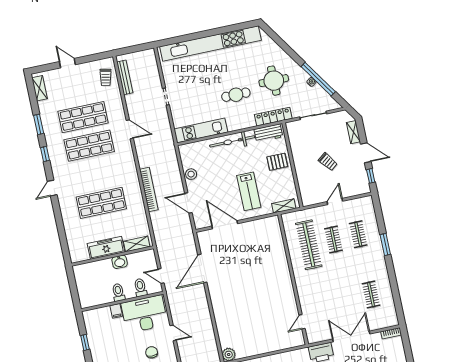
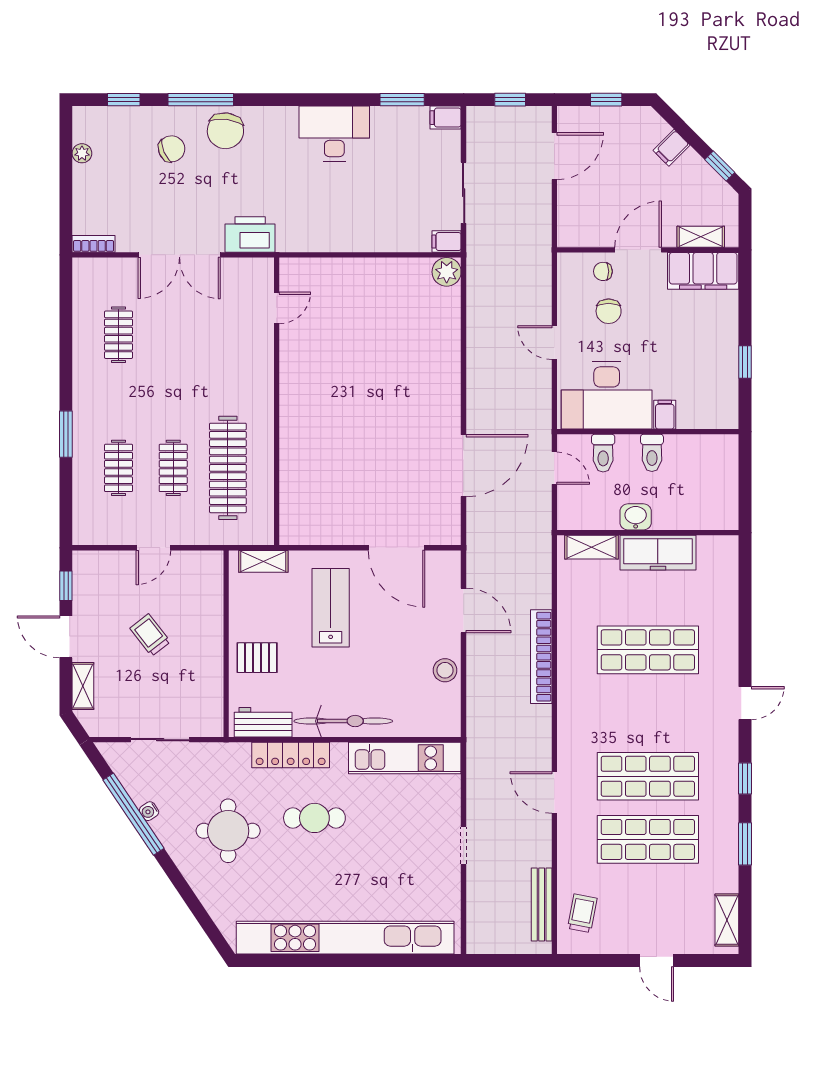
locker: (273, 117) -> (291, 755), moved

